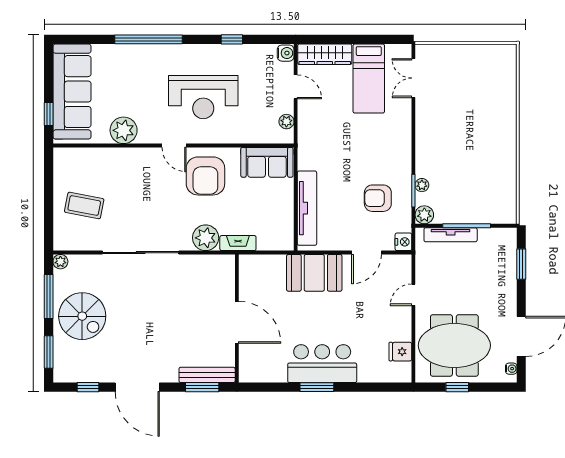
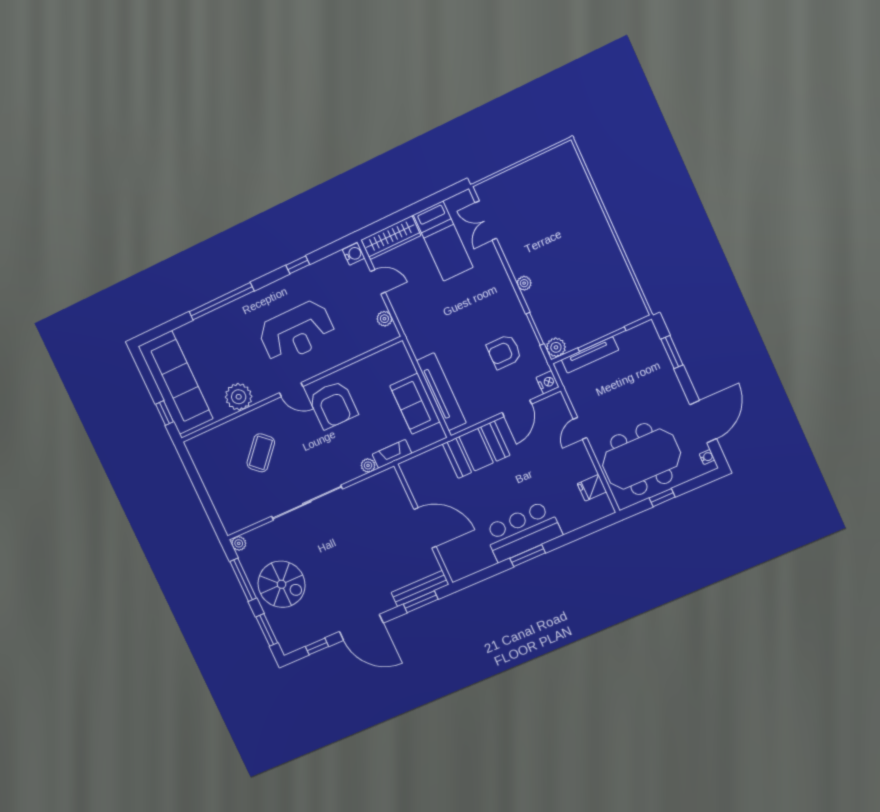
sofa: (267, 162) -> (415, 404), moved, turned 90
plant: (422, 185) -> (524, 283), moved
coffee table: (84, 206) -> (261, 453), moved, turned -59
plant: (206, 238) -> (368, 465), width x0.53, depth x0.53

